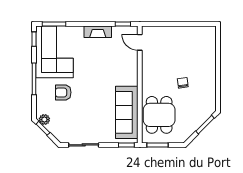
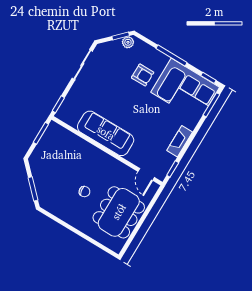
door: (140, 42) -> (146, 174), swing flipped
armchair: (63, 92) -> (143, 75), turned 90
sofa: (127, 112) -> (106, 133), moved
dining table: (159, 115) -> (119, 212), moved, width x1.38

